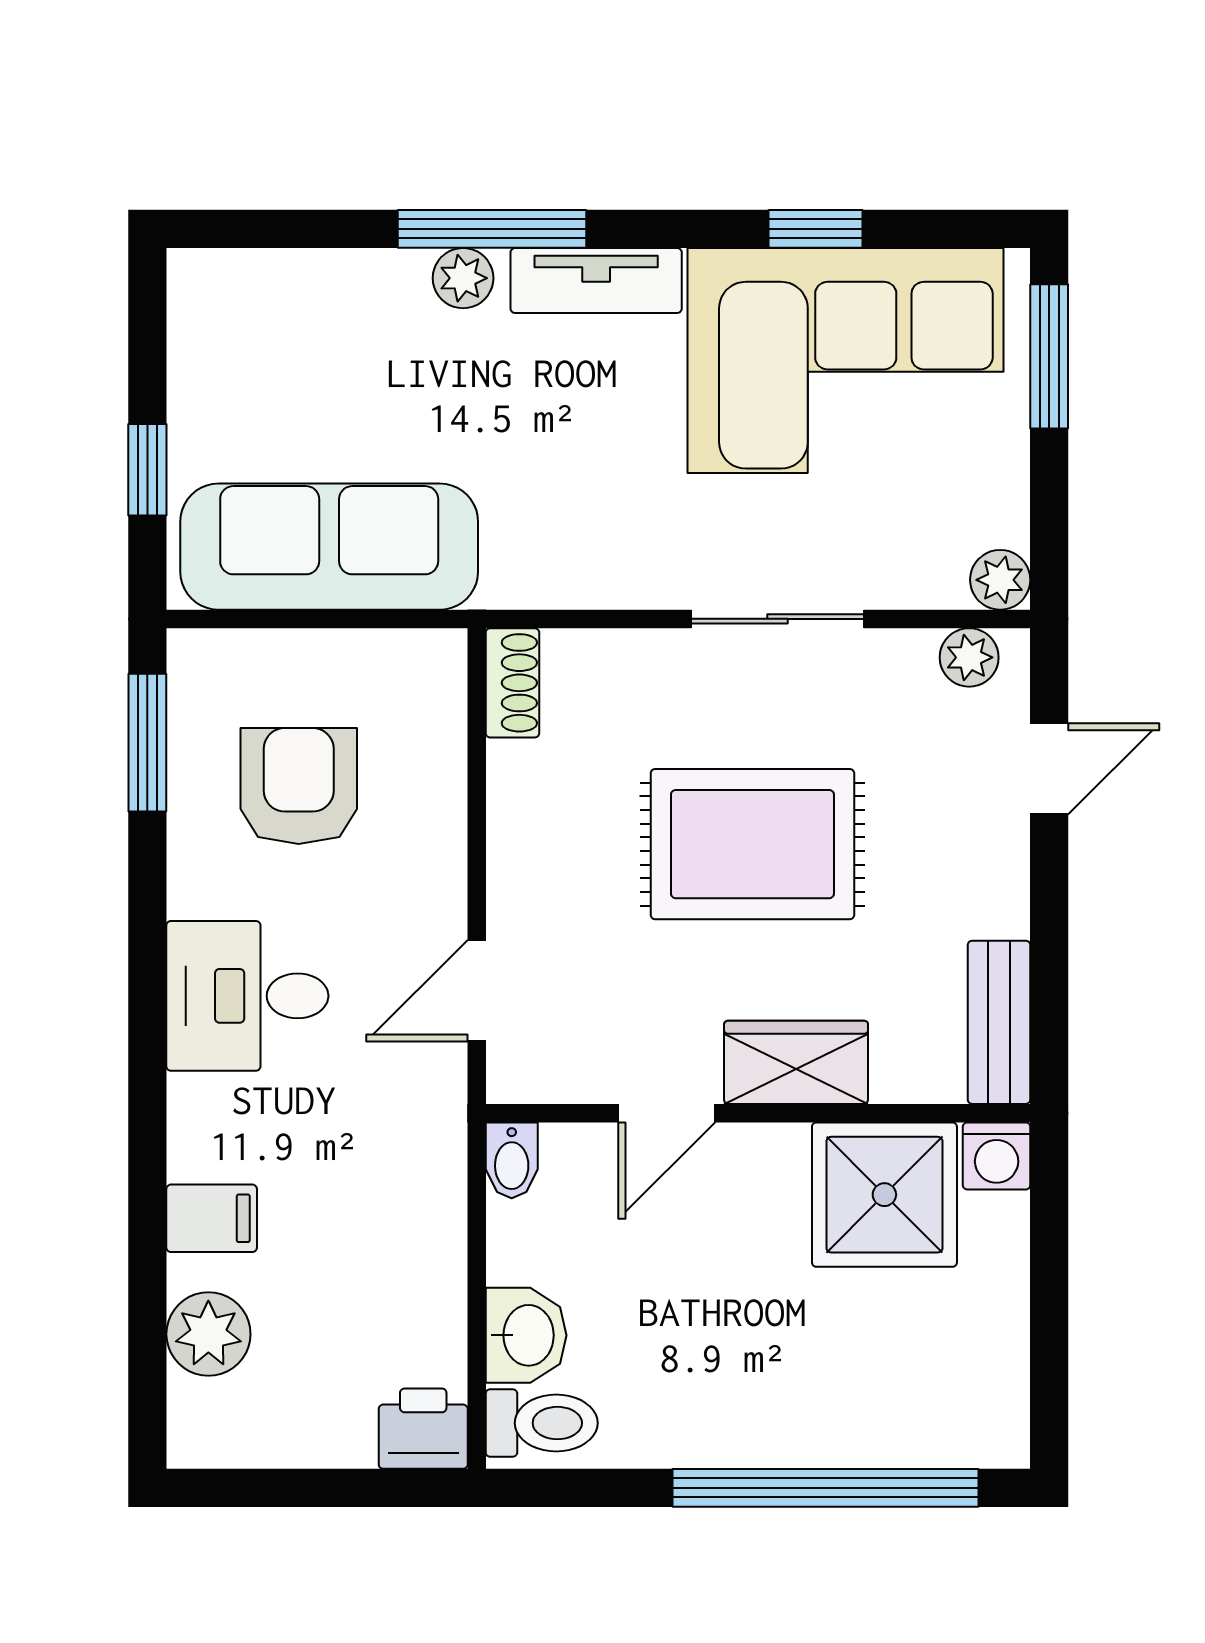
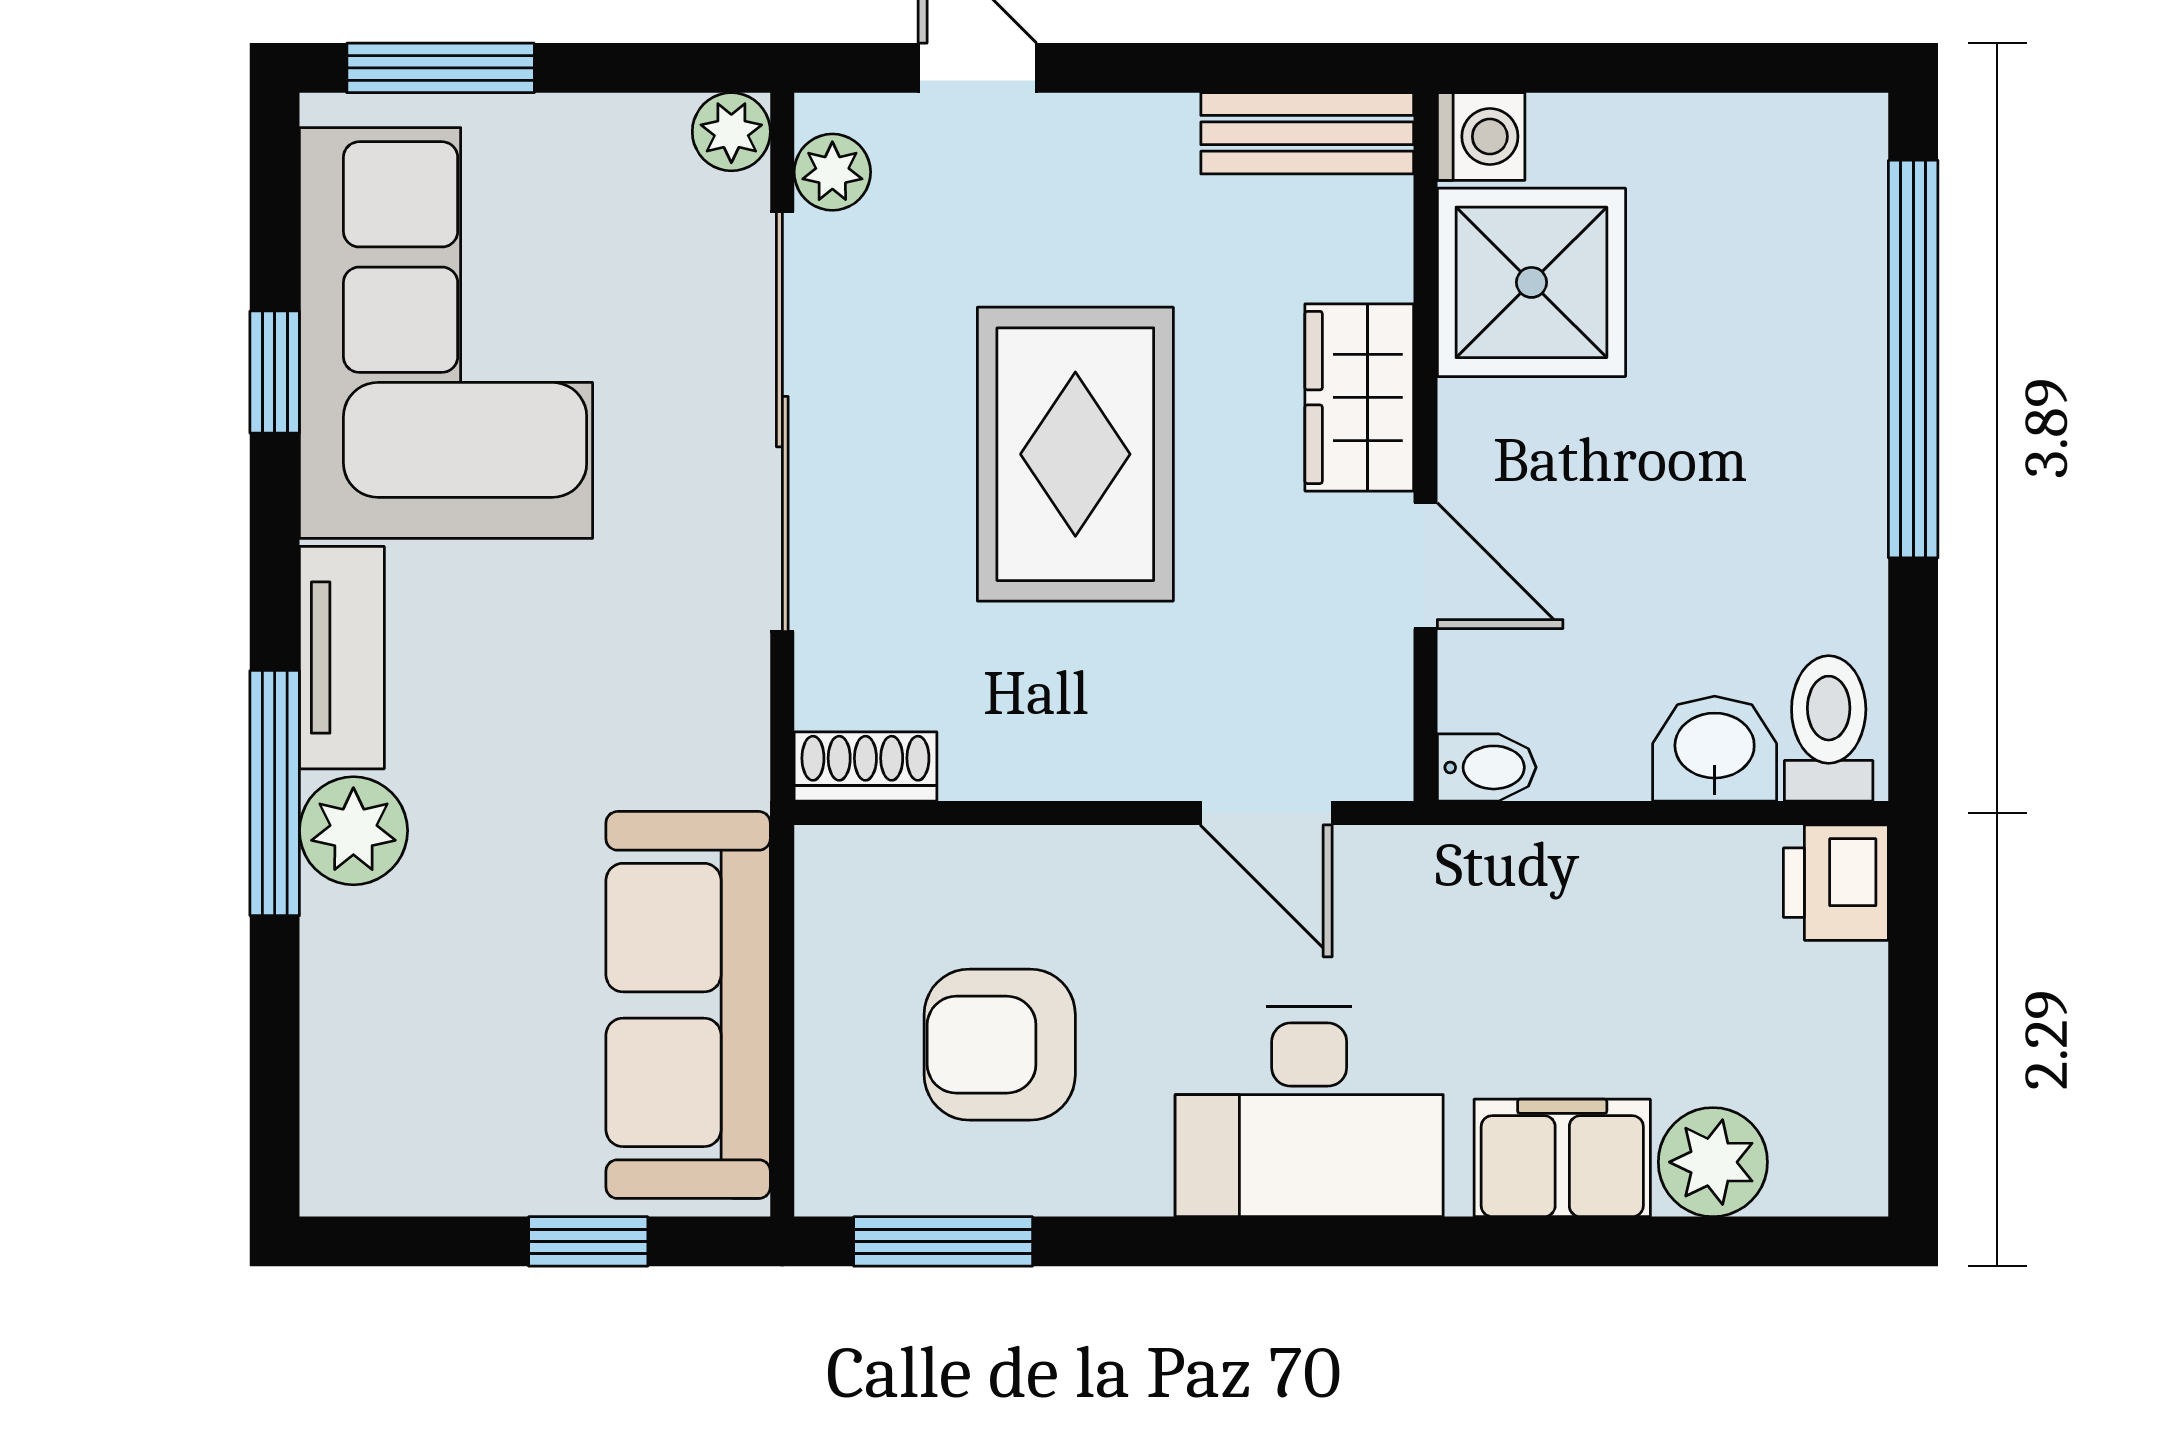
plant: (463, 278) -> (353, 831), width x1.38, depth x1.38
sliding door: (777, 619) -> (782, 422), width x1.86
desk: (247, 996) -> (1309, 1111), width x1.37
filing cabinet: (212, 1218) -> (1562, 1158), width x2.00

